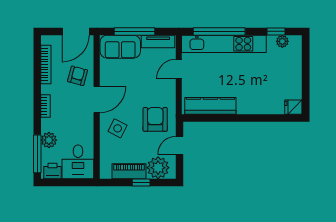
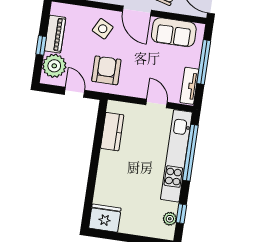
sofa: (120, 47) -> (174, 32), moved, turned -90
kitchen counter: (210, 106) -> (112, 132), width x0.67
fridge: (293, 107) -> (105, 218), width x1.88, depth x1.34
armchair: (155, 119) -> (106, 70), turned -90

